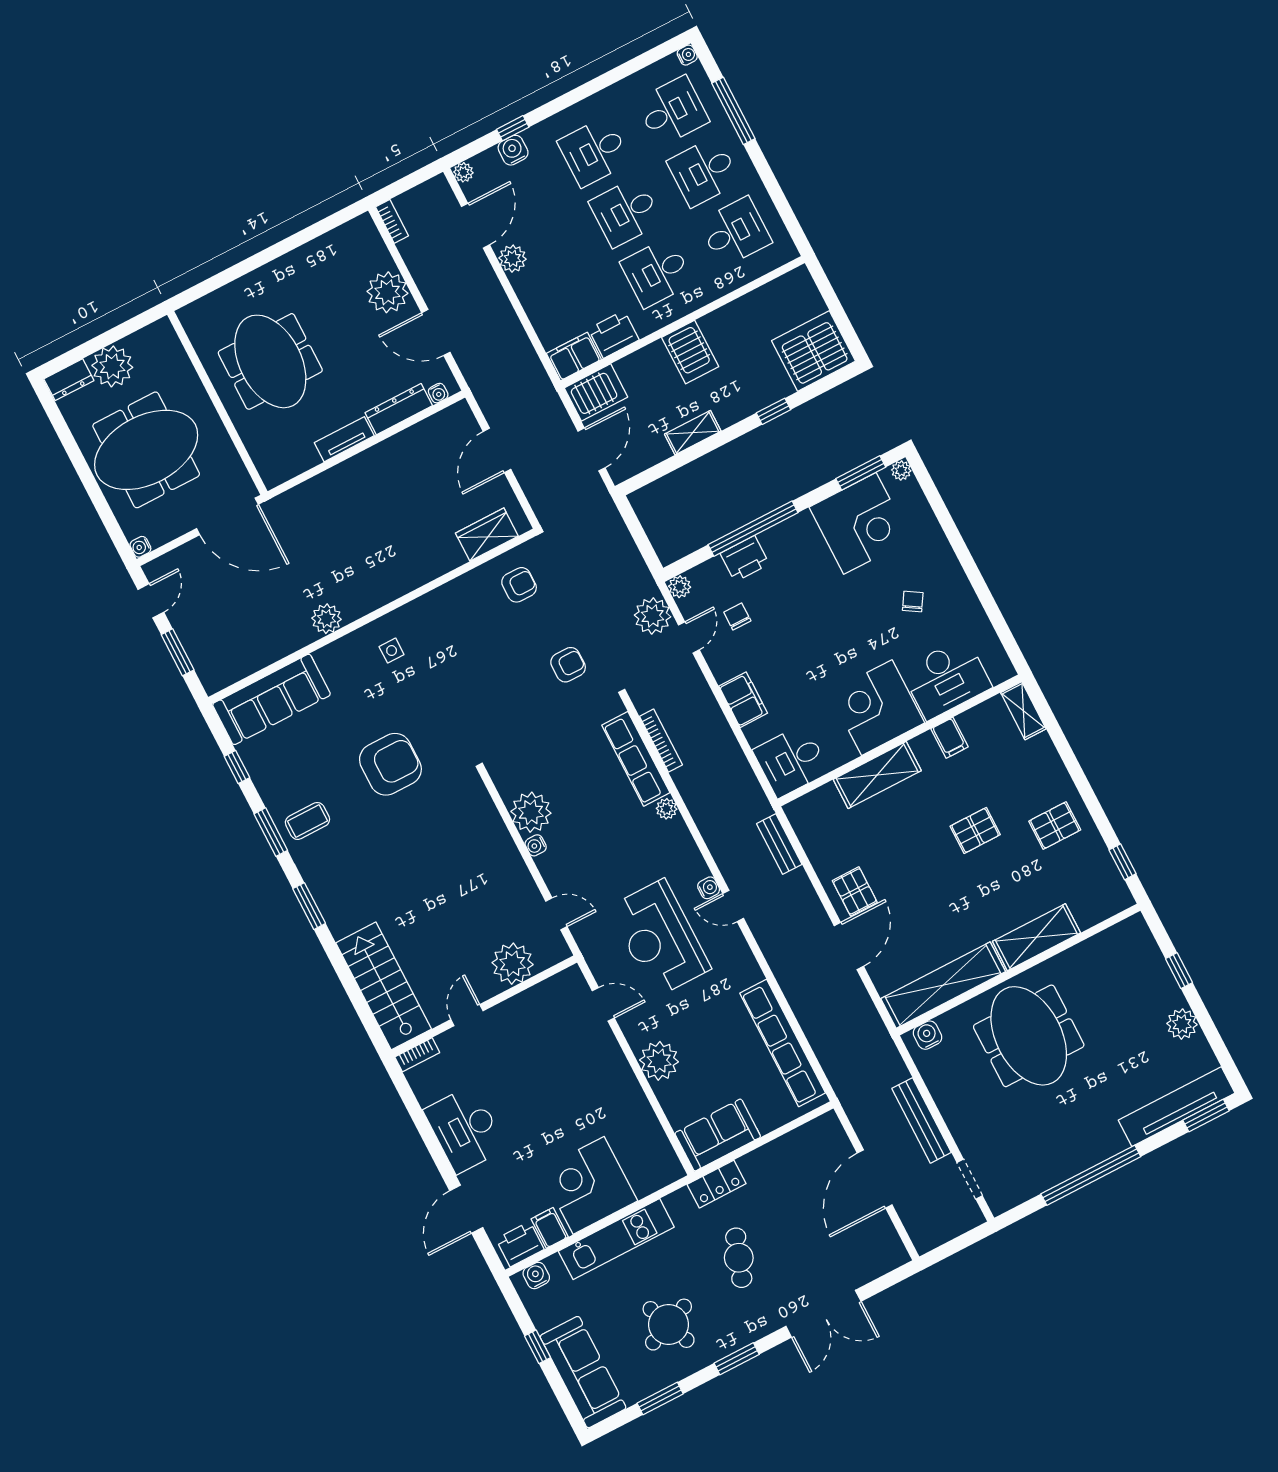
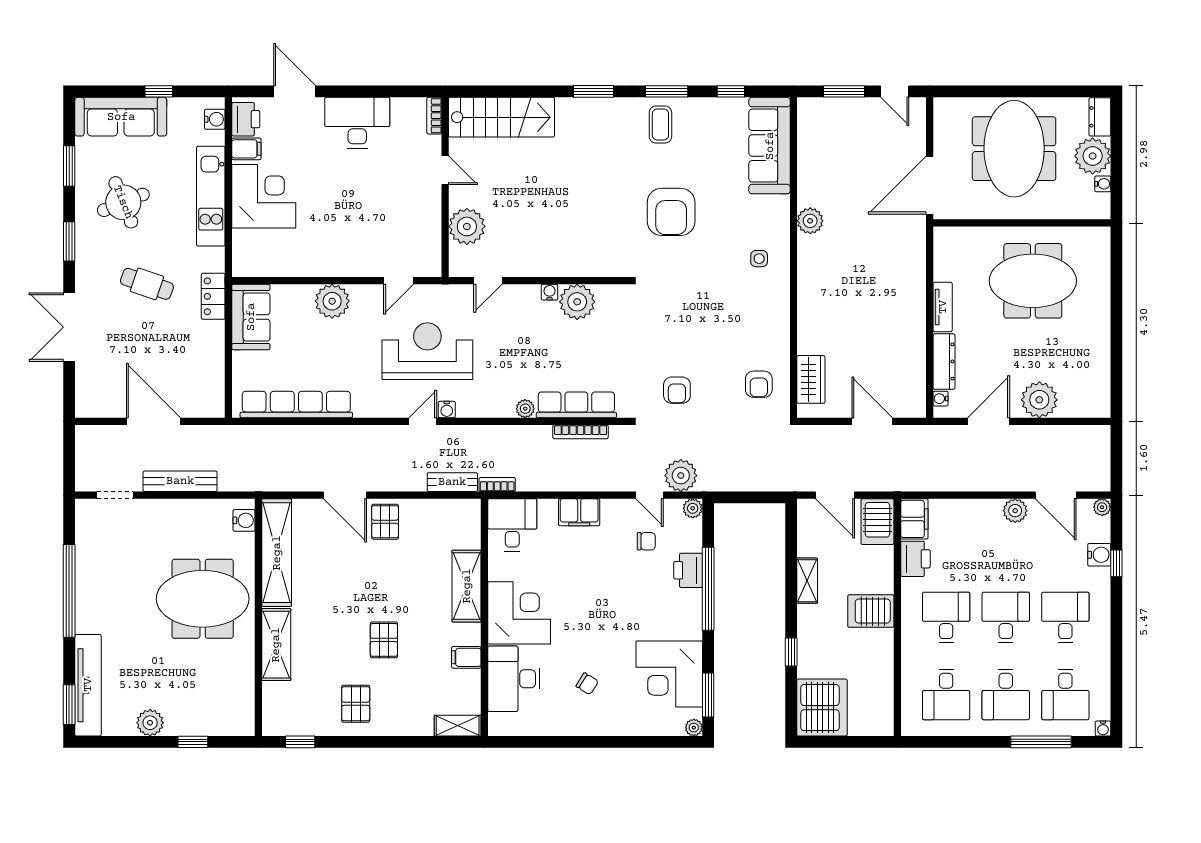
desk: (704, 172) -> (1006, 694), turned 180
bookcase: (392, 221) -> (497, 484), moved, turned 180
water cooler: (140, 547) -> (1103, 184), moved, turned 90
pallet: (855, 891) -> (385, 522), turned 90

